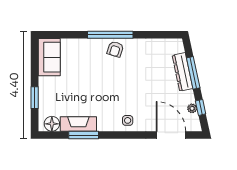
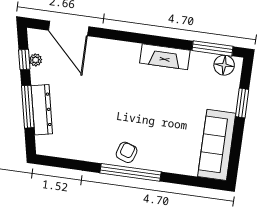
sofa: (49, 57) -> (217, 145), width x1.36
side table: (128, 120) -> (123, 56), removed
fireplace: (78, 124) -> (165, 57), moved
window: (84, 135) -> (212, 48), moved

